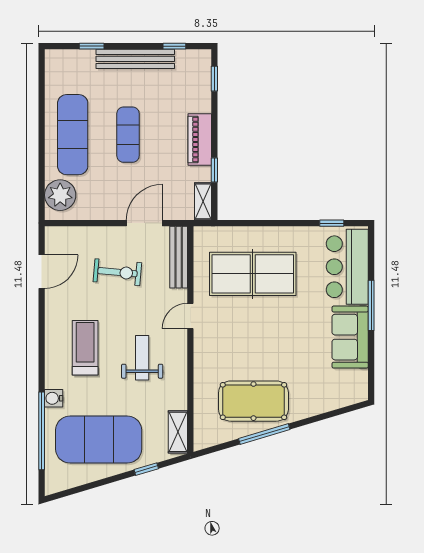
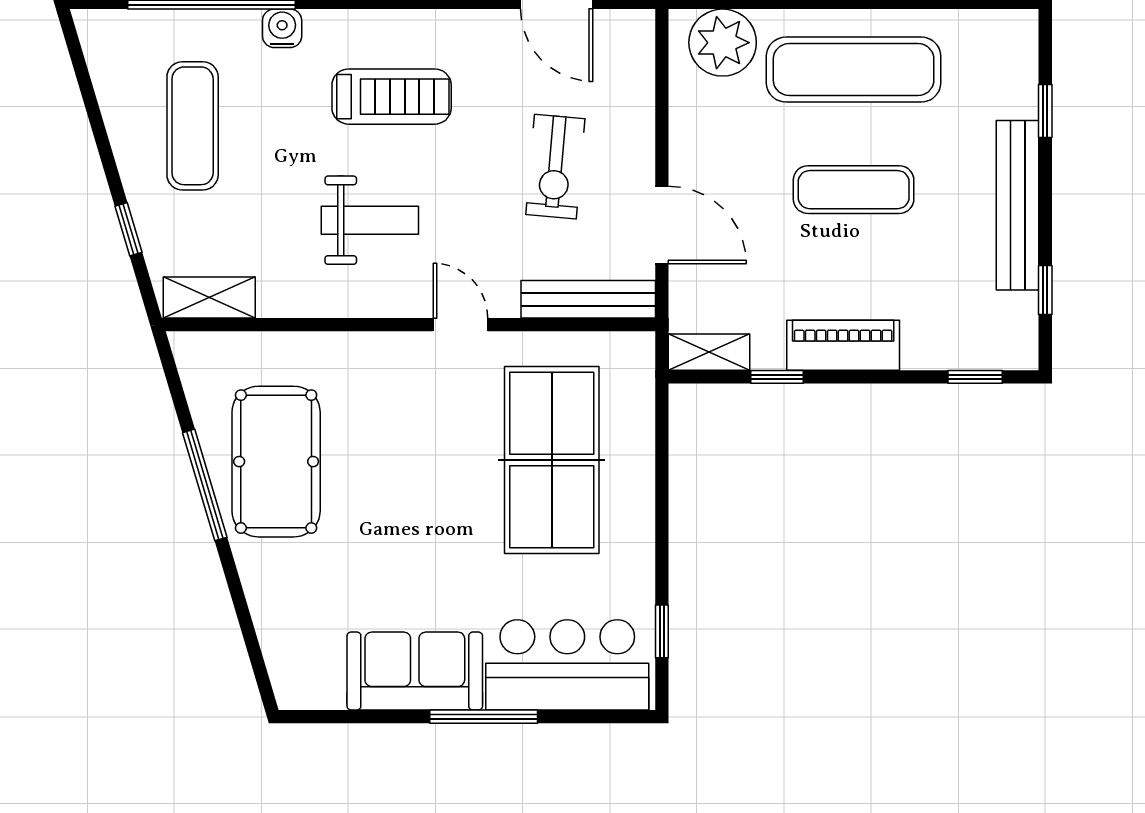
exercise mat: (99, 440) -> (193, 126), width x0.50, depth x0.69

